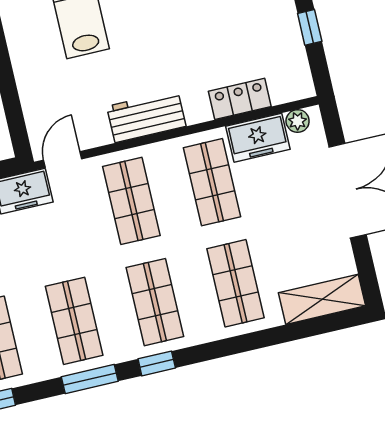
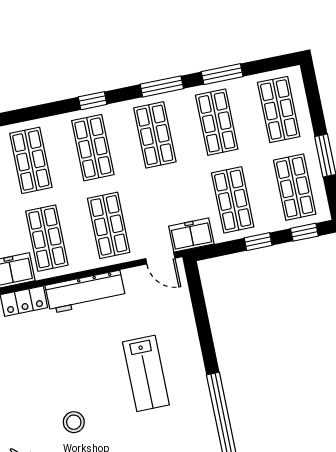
workbench: (146, 116) -> (85, 292), width x1.38
door: (63, 160) -> (160, 258), hinge flipped
window: (90, 379) -> (162, 86), moved

